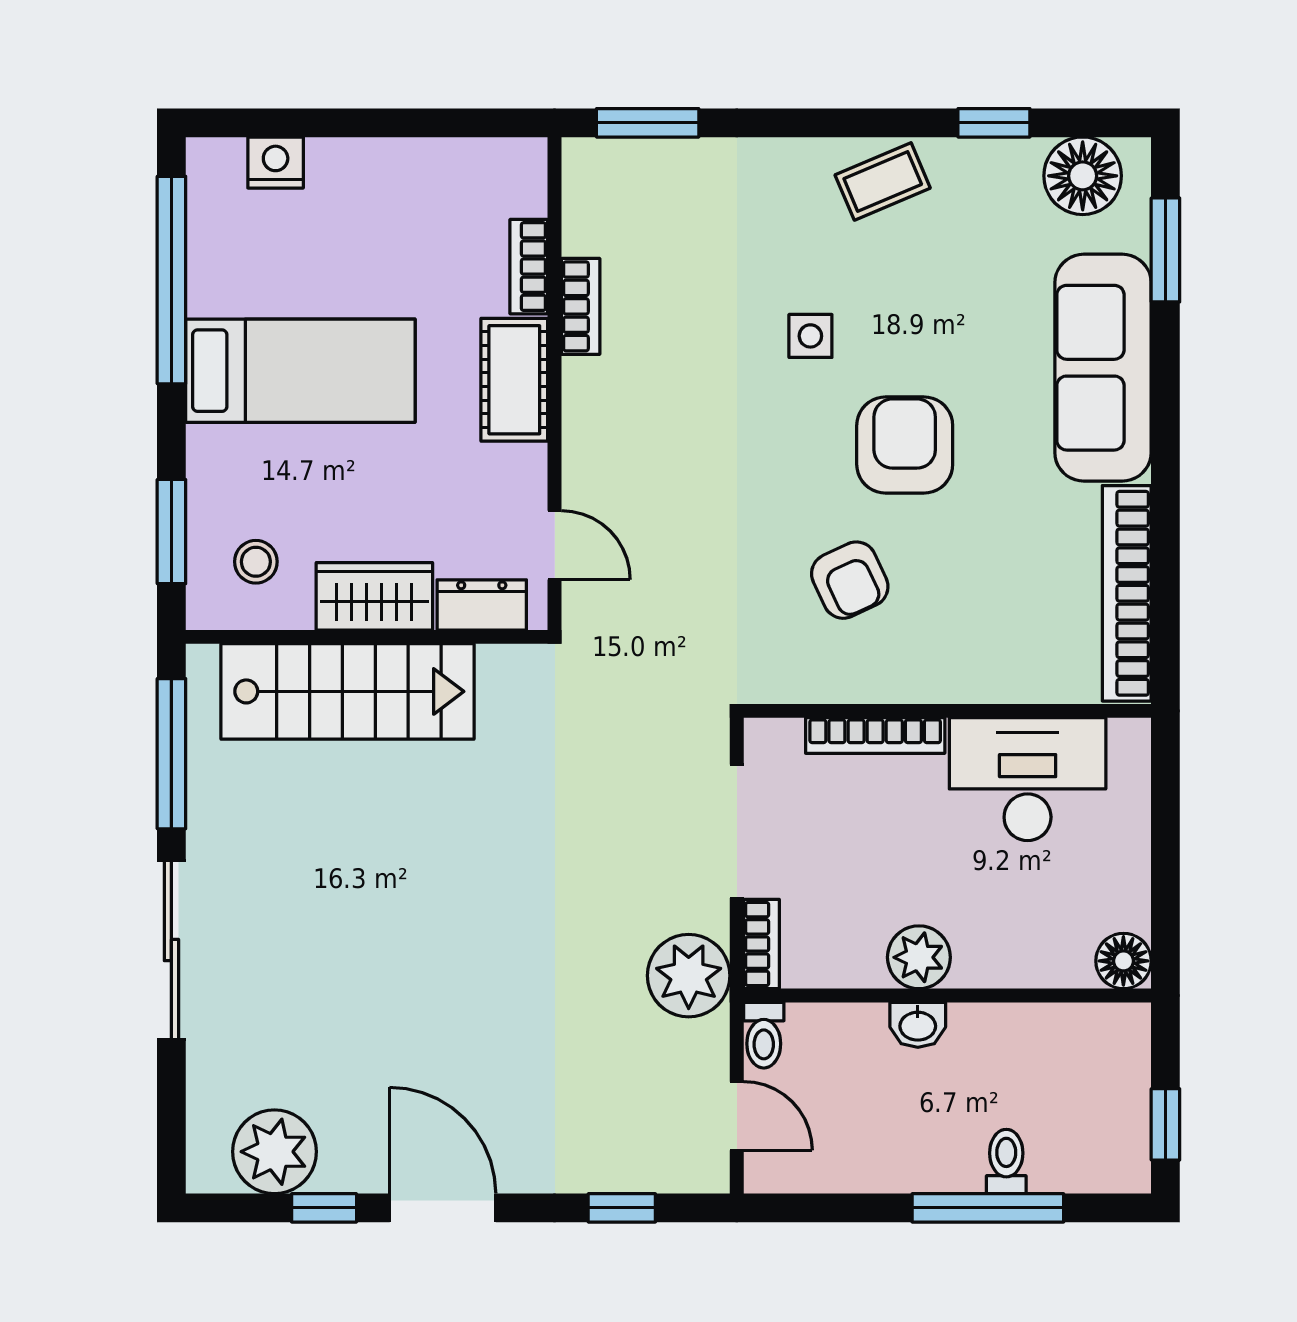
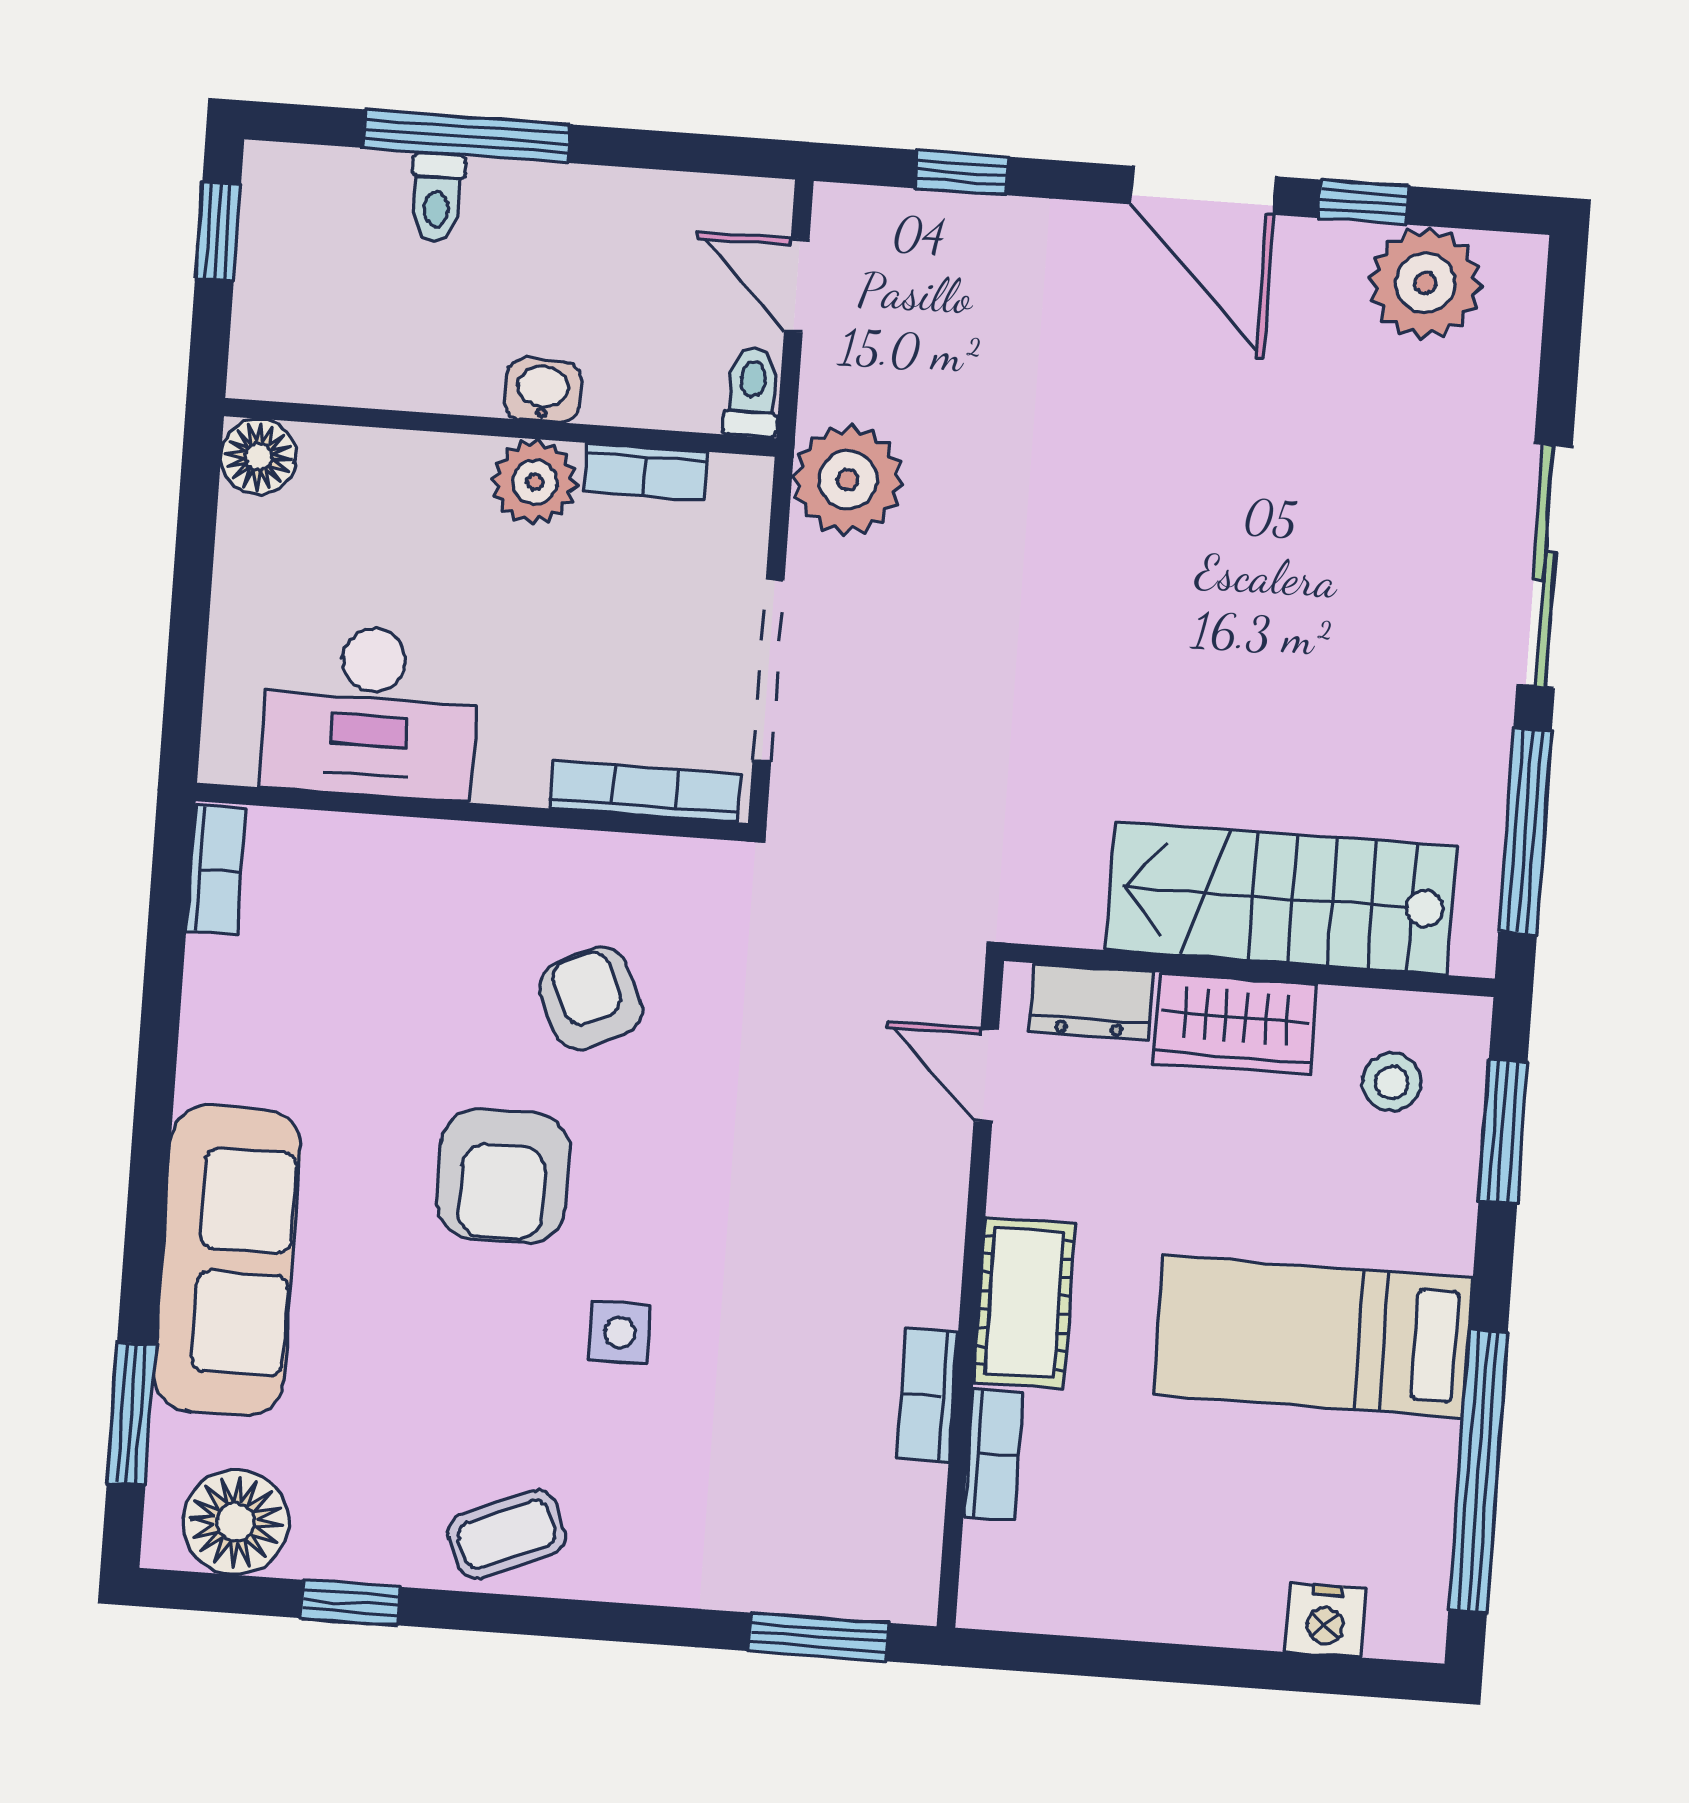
bookcase: (1127, 593) -> (216, 870), width x0.43, depth x0.76
bookcase: (875, 736) -> (645, 791), moved
bookcase: (761, 944) -> (645, 472), moved, turned -90

